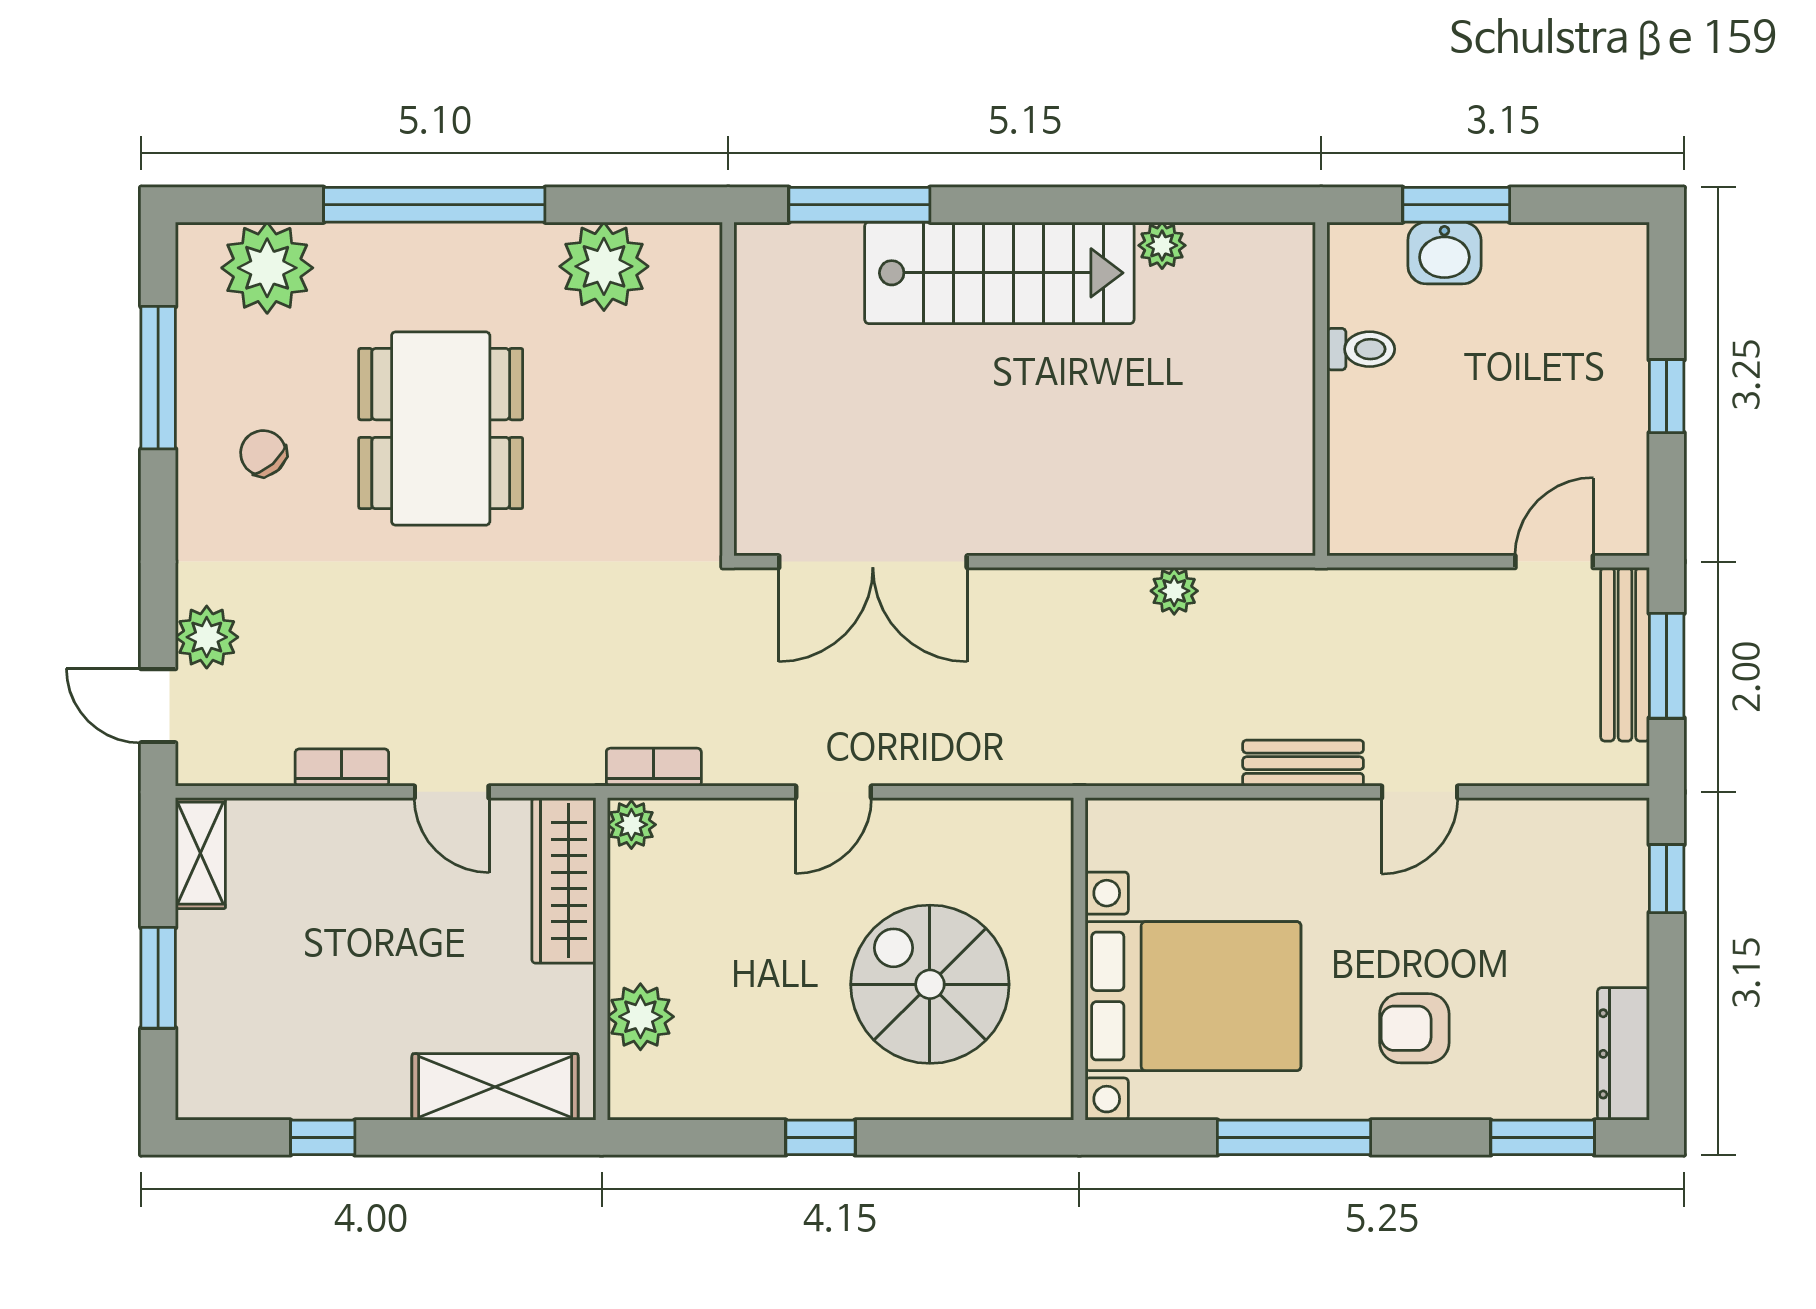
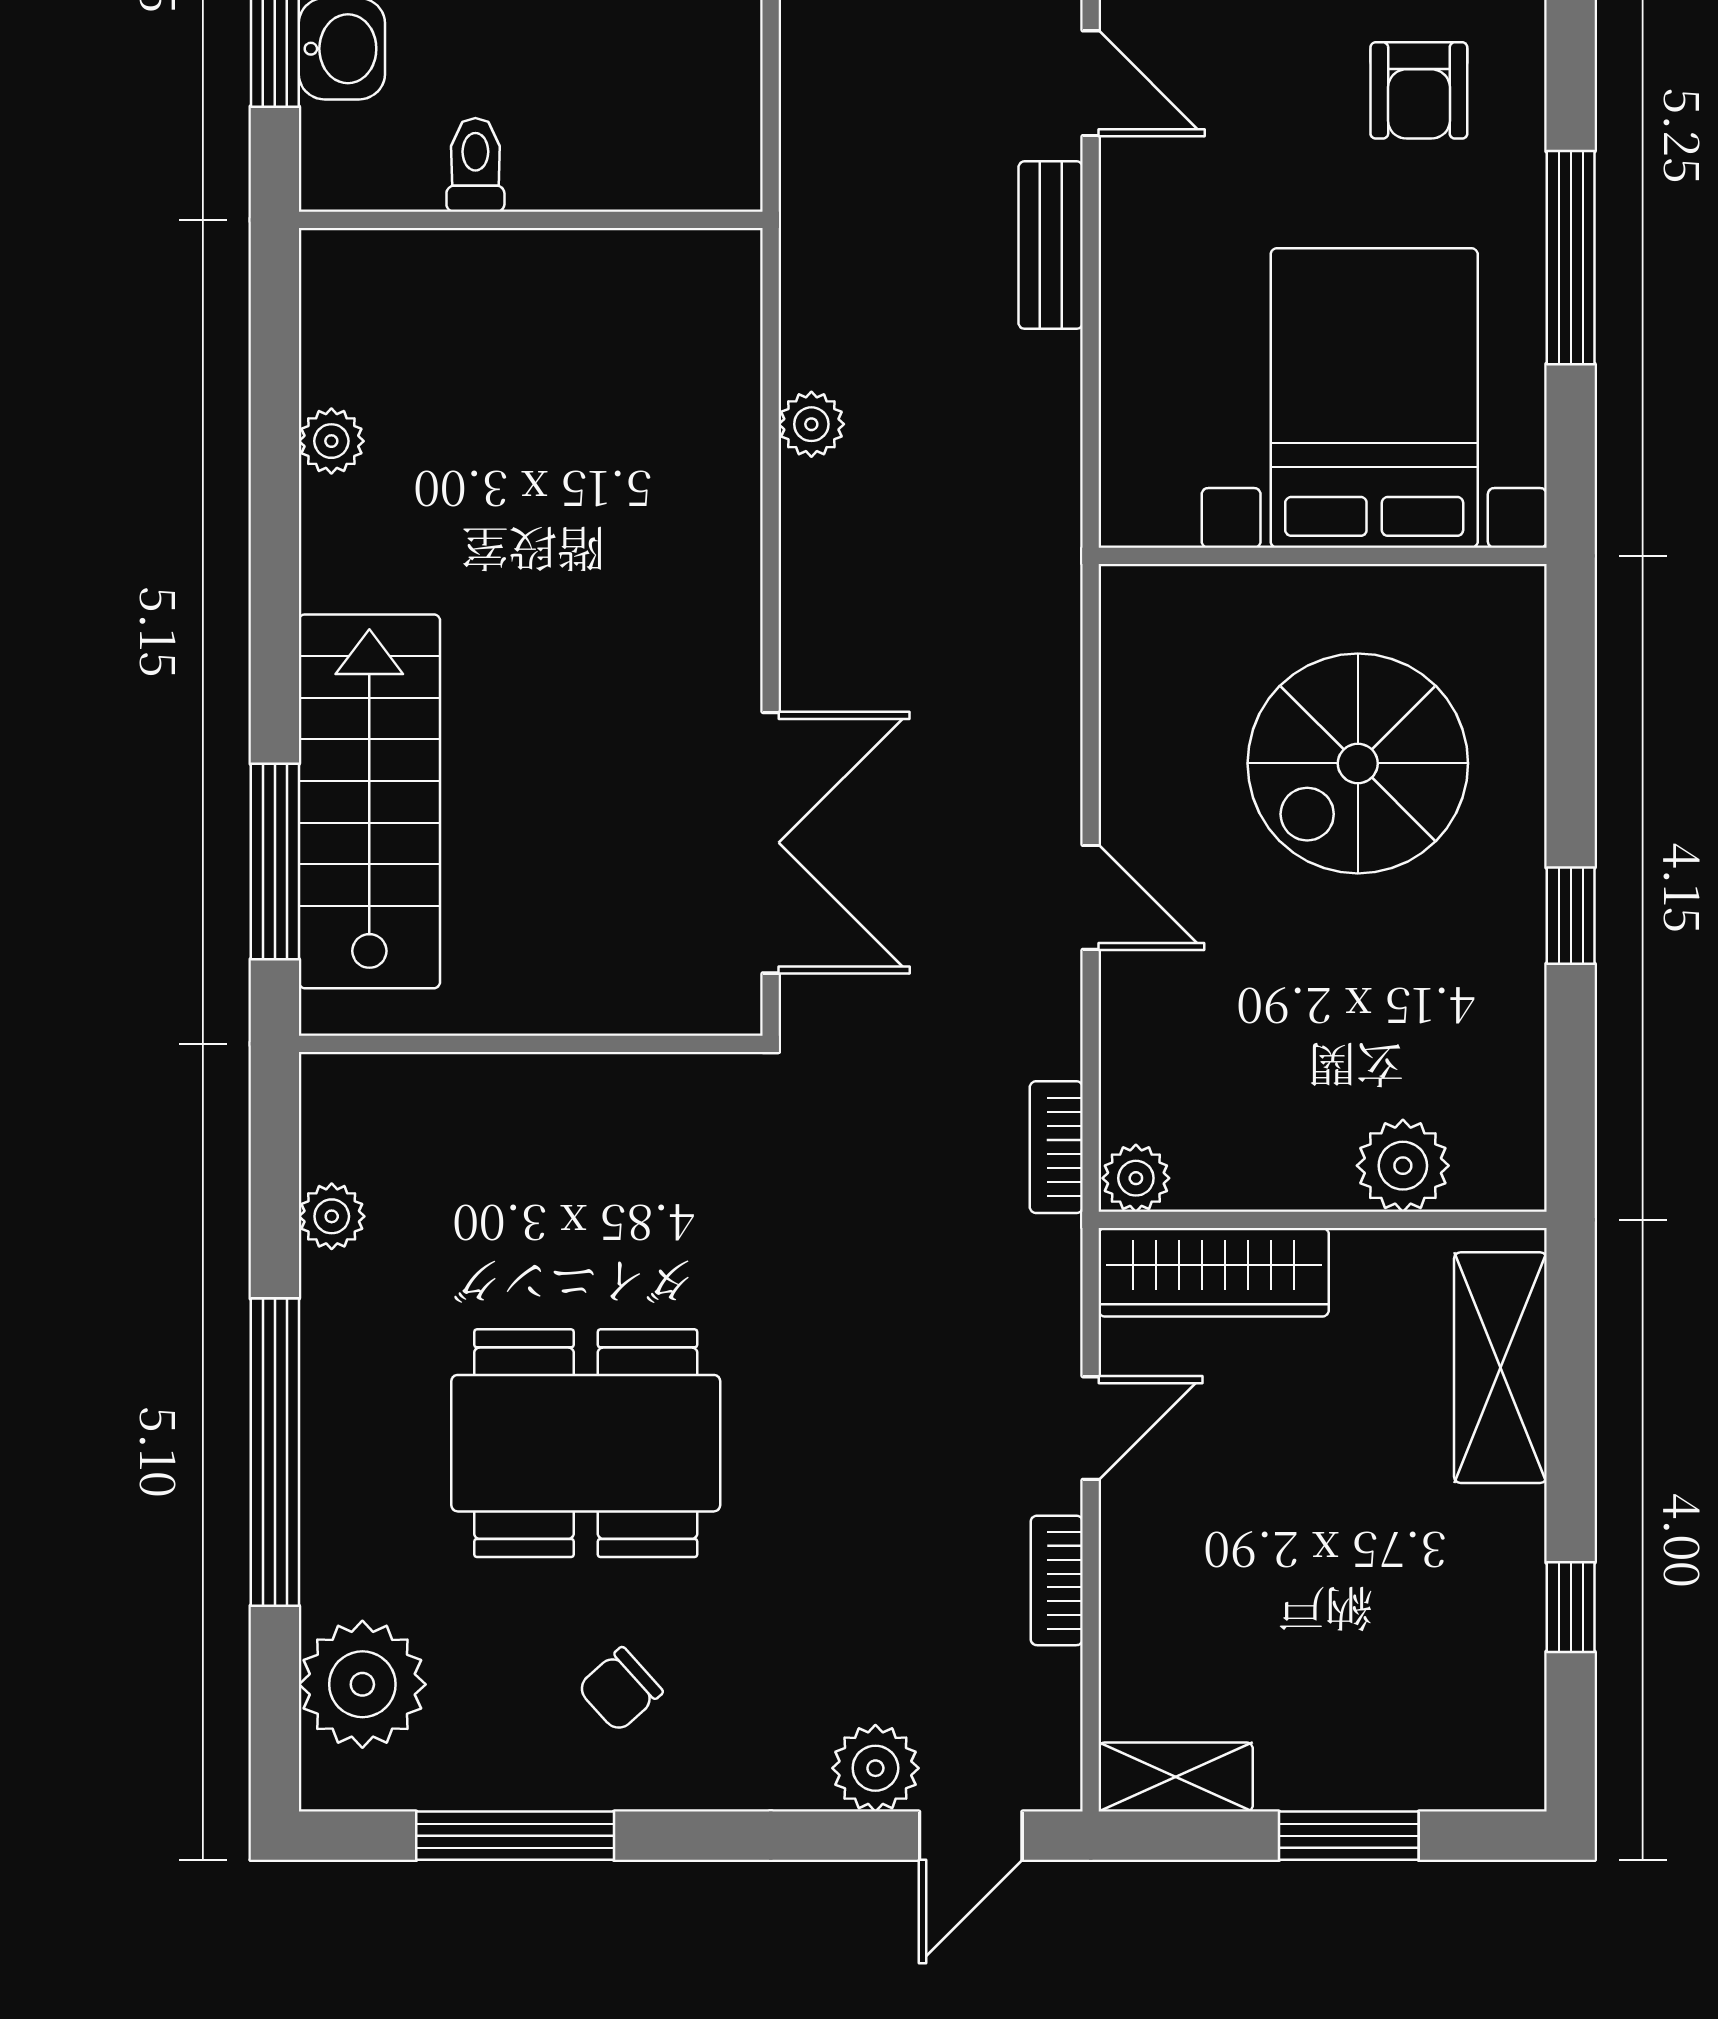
plant: (604, 266) -> (332, 1216), width x0.53, depth x0.53
stairs: (999, 273) -> (369, 801), moved

